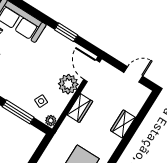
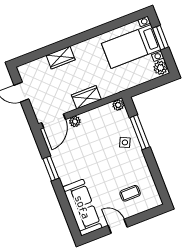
plant: (68, 84) -> (75, 122), width x0.53, depth x0.53
side table: (41, 101) -> (125, 142), moved

